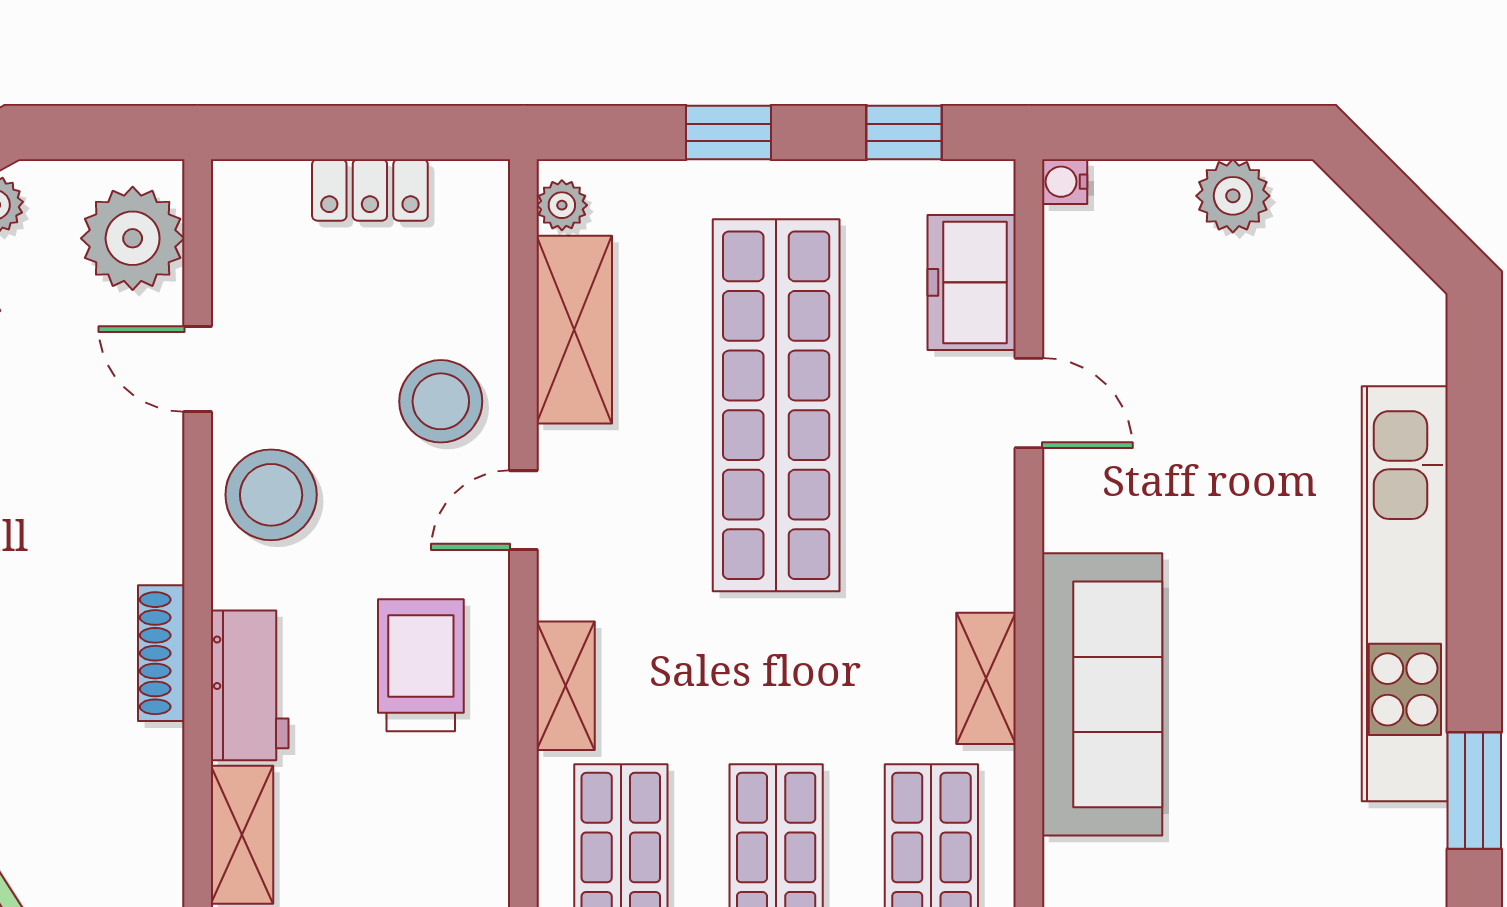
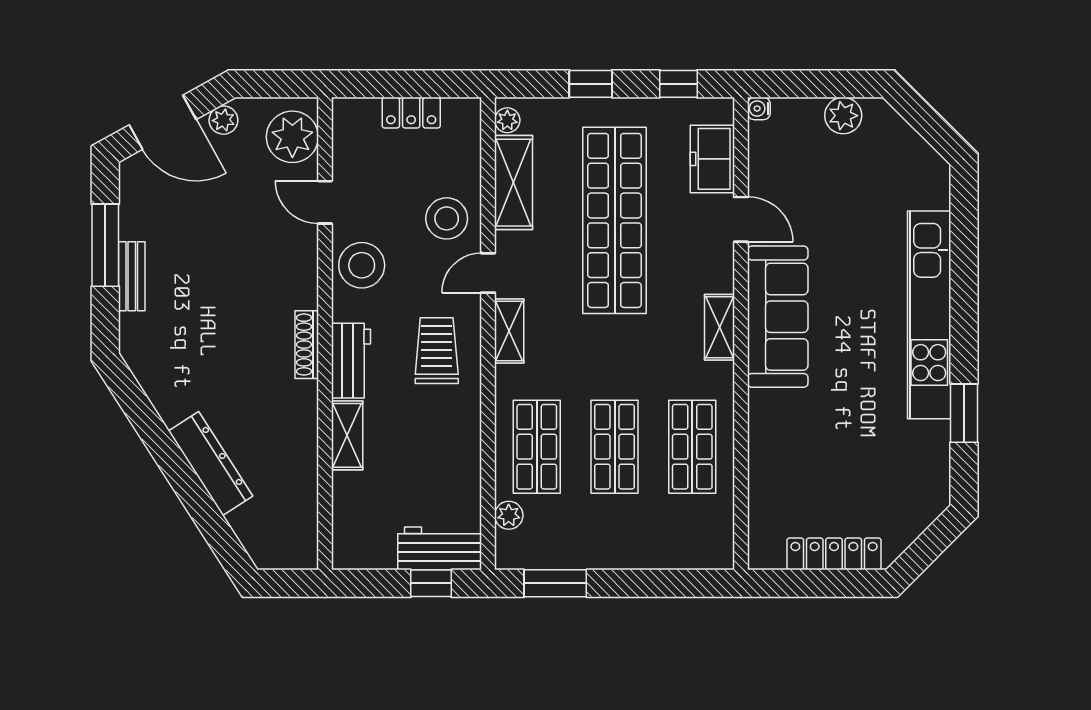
shelving: (986, 678) -> (720, 327), moved
shelving: (566, 686) -> (509, 331), moved
sofa: (1102, 694) -> (778, 317), moved

